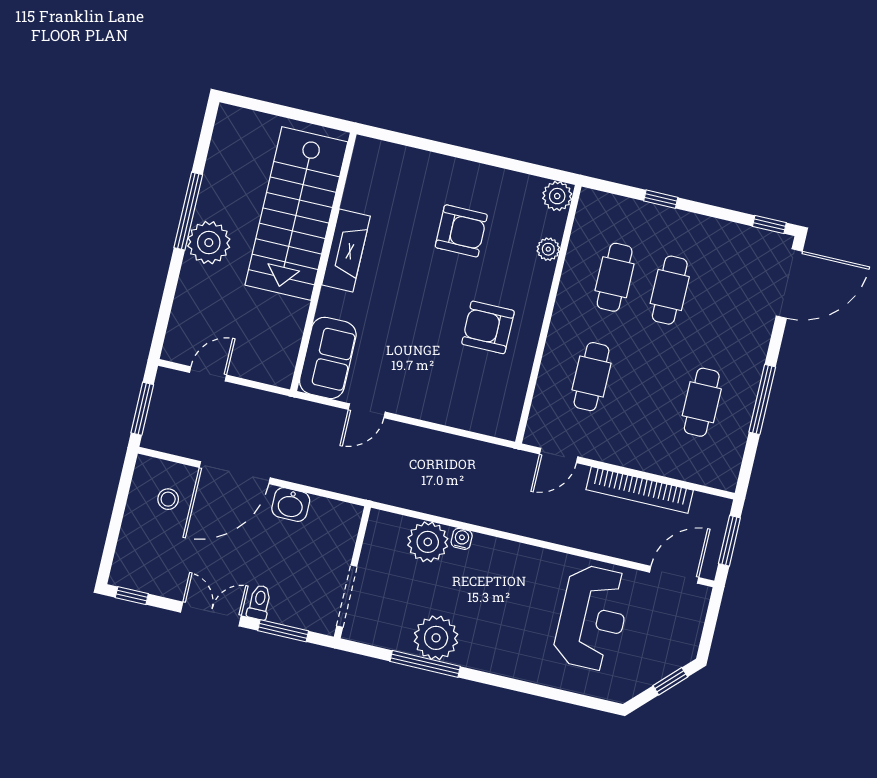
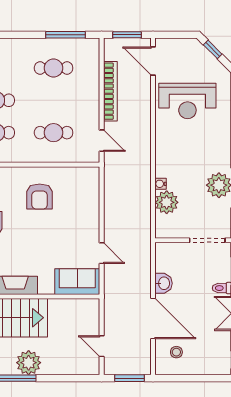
window: (762, 399) -> (65, 35), moved
reception desk: (592, 618) -> (187, 101), turned 180

